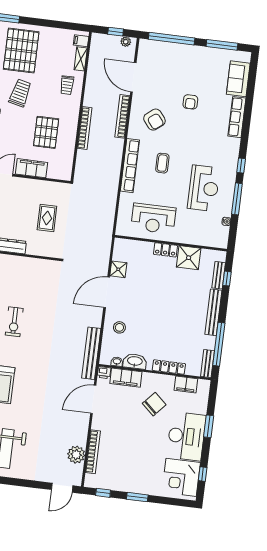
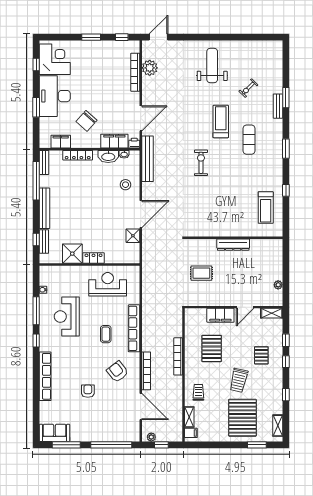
sofa: (238, 79) -> (55, 433), moved, turned -90
row of seats: (237, 117) -> (45, 376), width x1.36
rug: (47, 218) -> (201, 273), turned 90
exercise bike: (14, 322) -> (201, 163), moved

